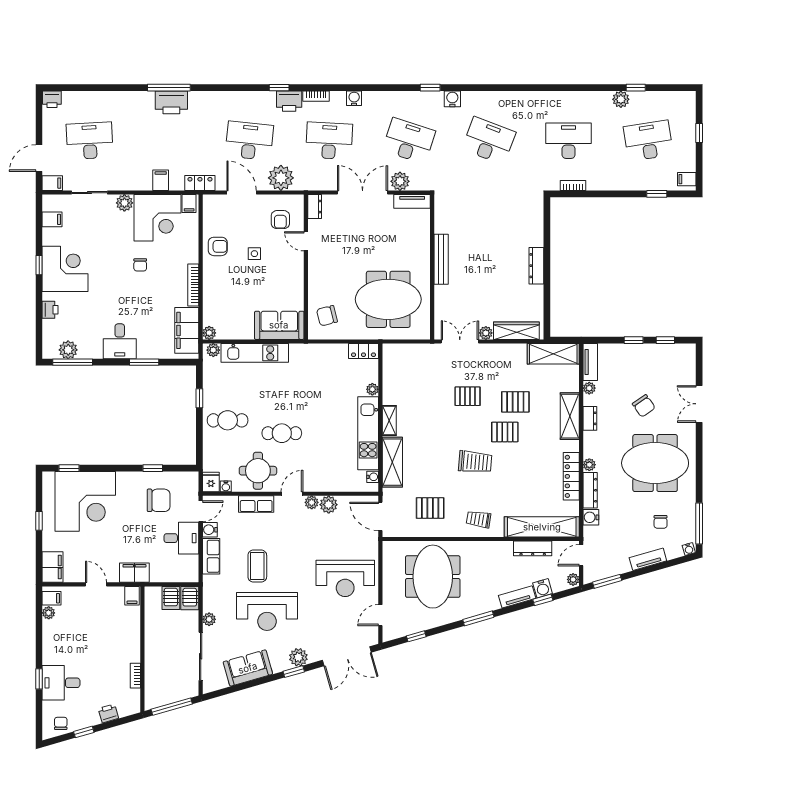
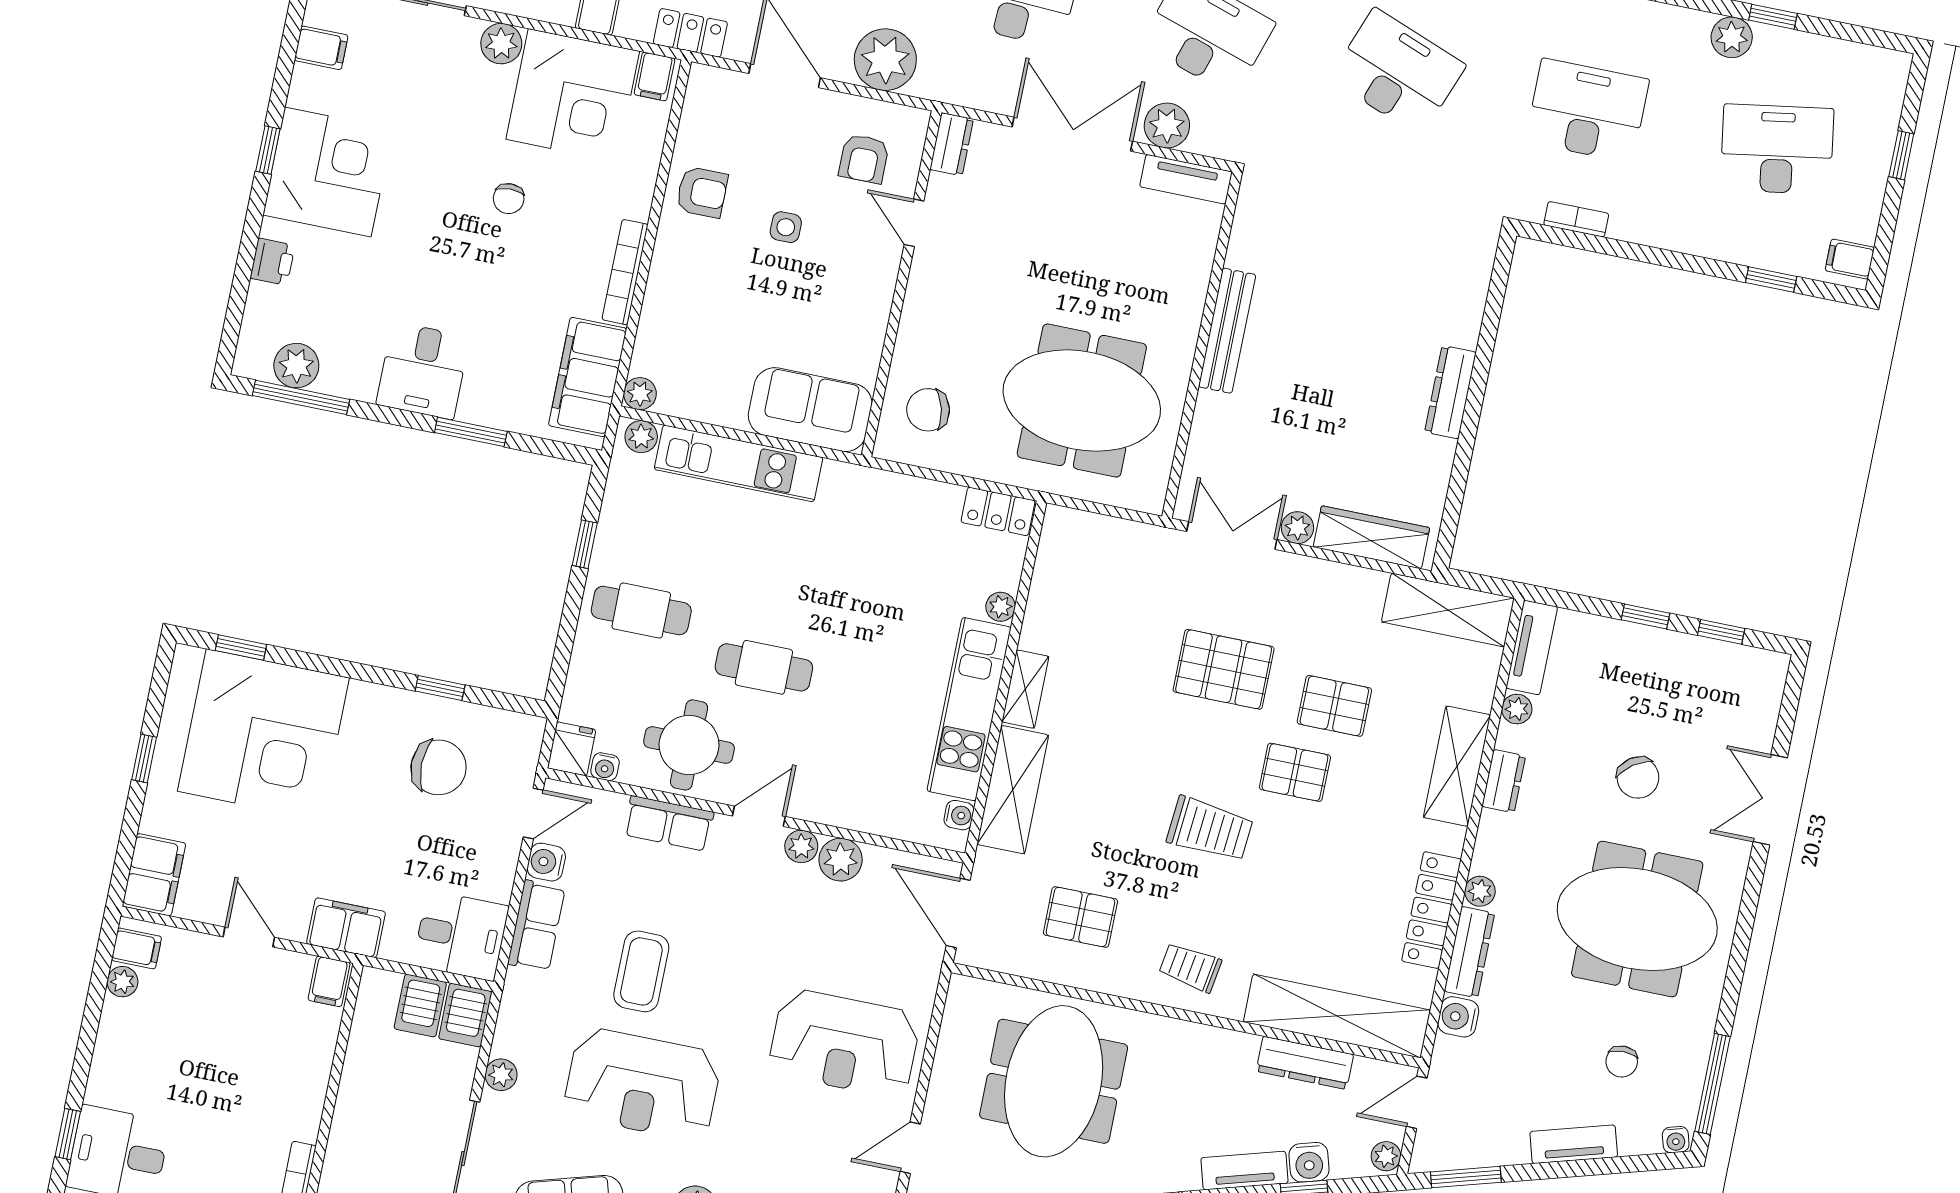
pallet: (468, 396) -> (1224, 669), width x1.50, depth x1.42
desk: (181, 538) -> (461, 936), moved

